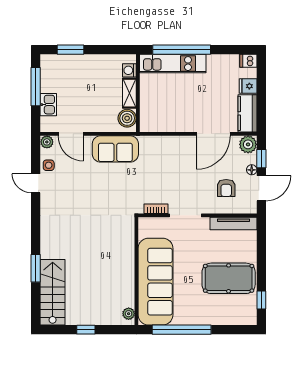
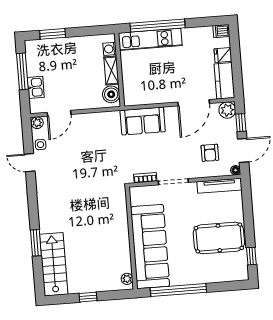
door: (71, 134) -> (59, 113), hinge flipped
sofa: (115, 149) -> (143, 121), moved
floor lamp: (252, 170) -> (235, 170), moved

